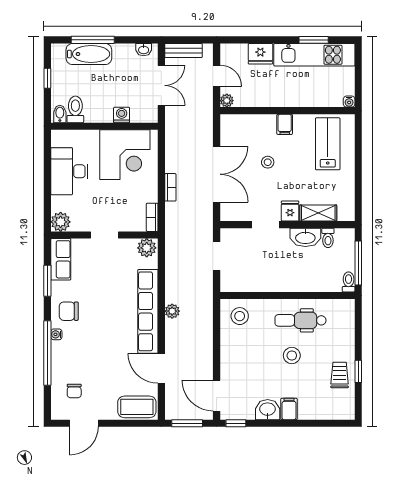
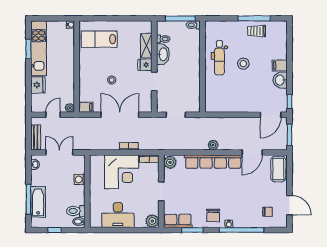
filing cabinet: (285, 124) -> (86, 107), moved
corner desk: (125, 155) -> (122, 172), moved, turned 90
stool: (240, 316) -> (216, 99), removed
window: (358, 371) -> (254, 18), width x2.17

